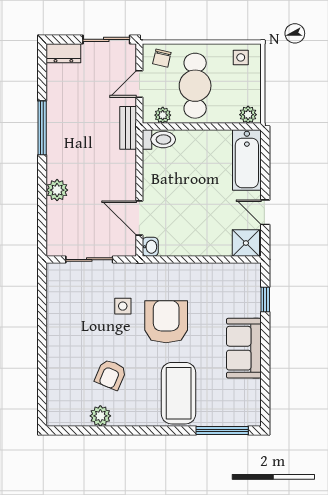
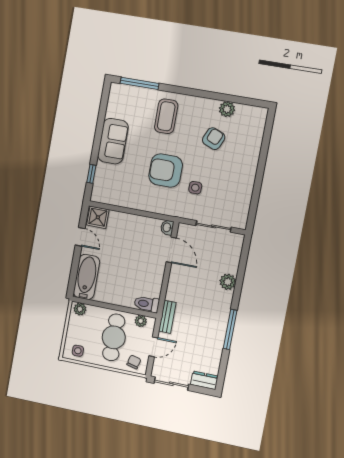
armchair: (166, 322) -> (166, 170), turned 90
coffee table: (179, 393) -> (166, 116), width x0.73, depth x0.76

